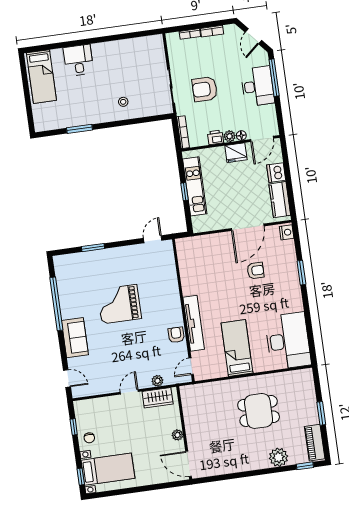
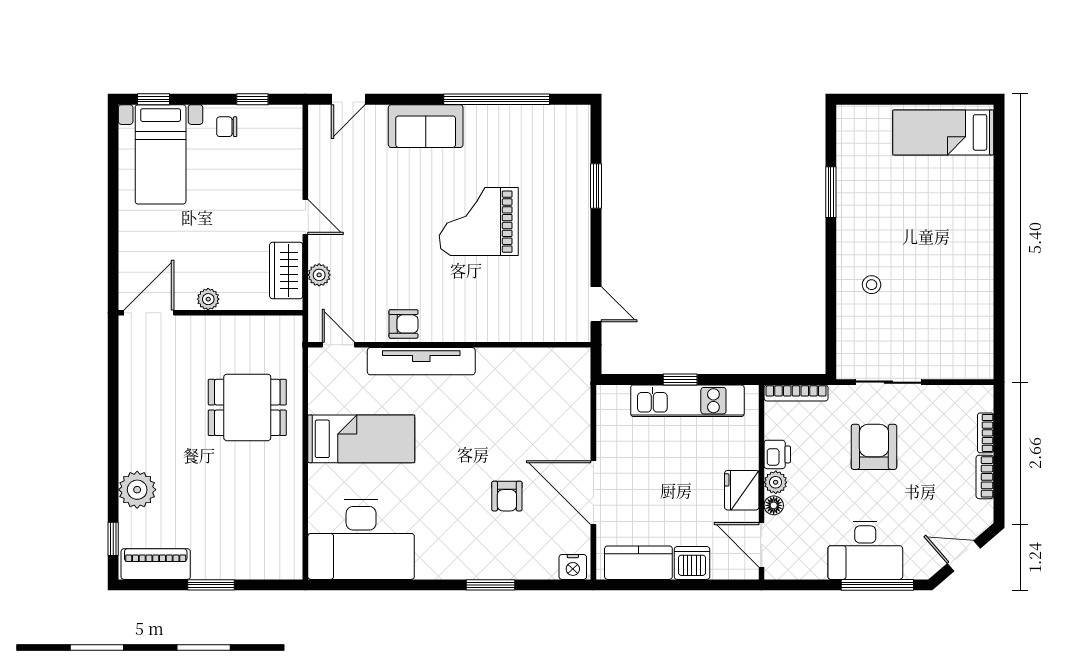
desk: (78, 60) -> (965, 209), removed
grand piano: (119, 304) -> (479, 222), turned -90
dining table: (259, 411) -> (247, 407), moved, turned 90

